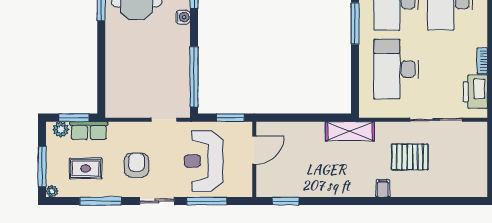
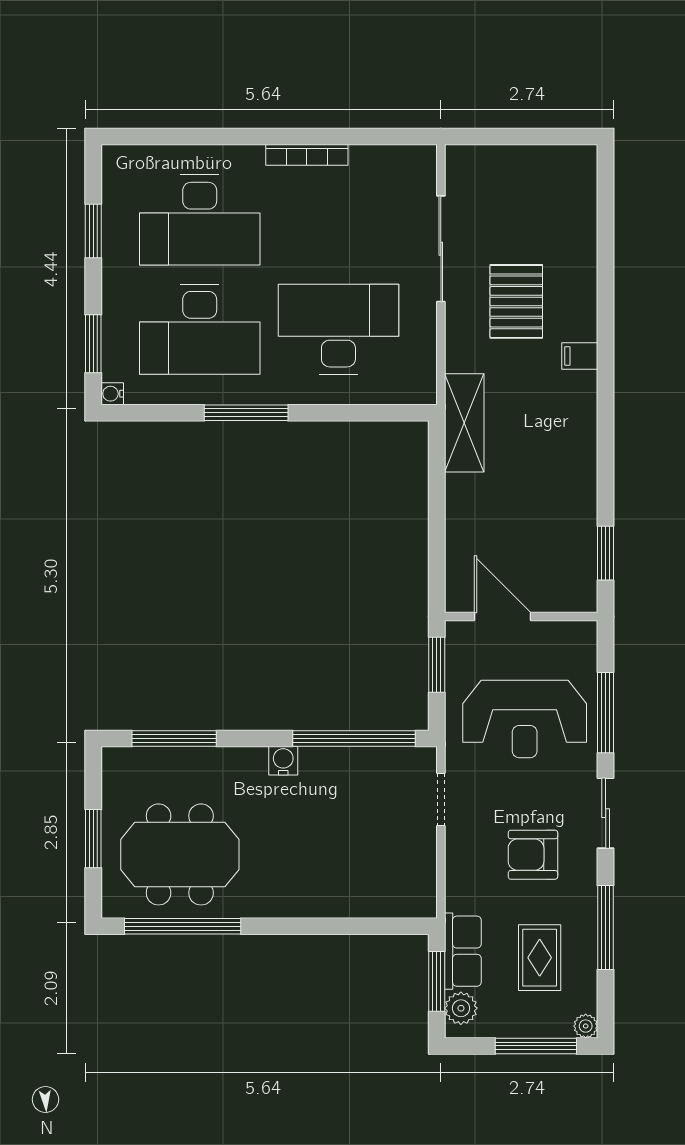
water cooler: (183, 17) -> (283, 761), moved
bookcase: (482, 61) -> (307, 155), width x1.56
desk: (396, 69) -> (338, 329), turned 180
printer: (475, 92) -> (384, 169), removed

